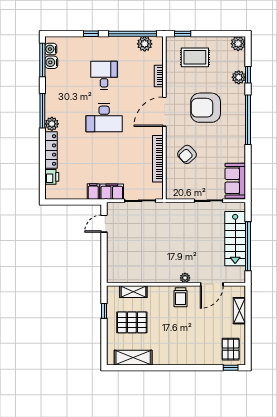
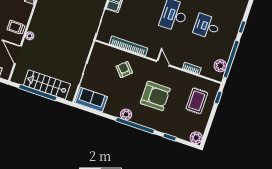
desk: (104, 75) -> (207, 26), turned 180
plant: (239, 77) -> (126, 114), moved
armchair: (206, 108) -> (155, 96), turned 90
door: (164, 112) -> (163, 63), width x0.53

